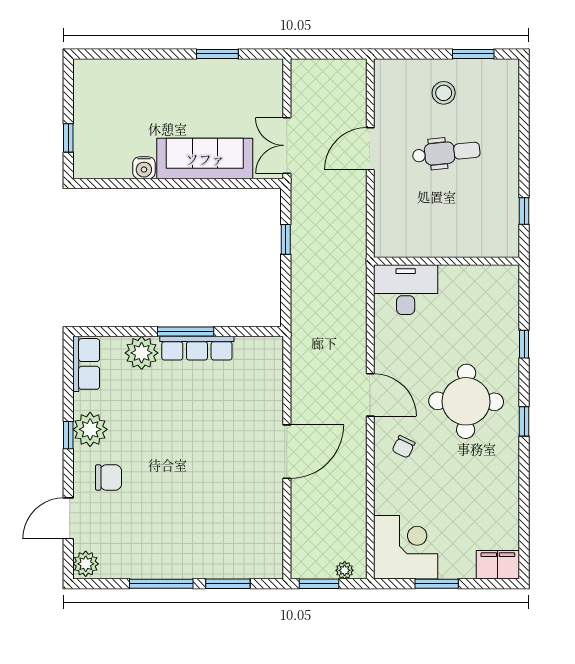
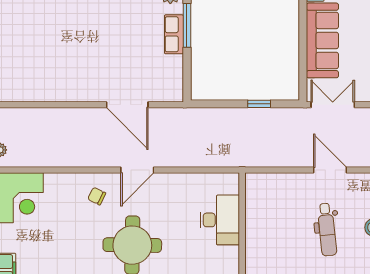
desk: (406, 290) -> (220, 220), moved
row of seats: (197, 348) -> (174, 34), width x0.68
door: (287, 452) -> (127, 105), moved

